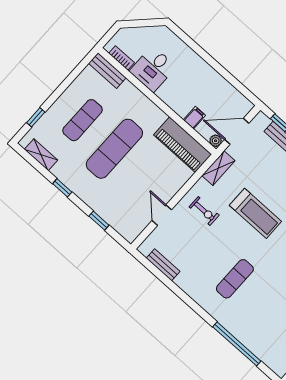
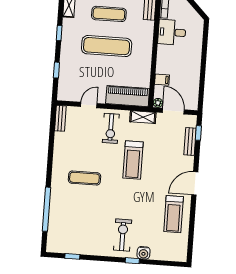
piano: (183, 145) -> (128, 96), moved, turned 90
exercise bike: (204, 211) -> (111, 128), width x1.38, depth x1.39
bench: (163, 265) -> (60, 118), moved

